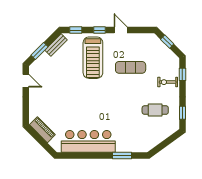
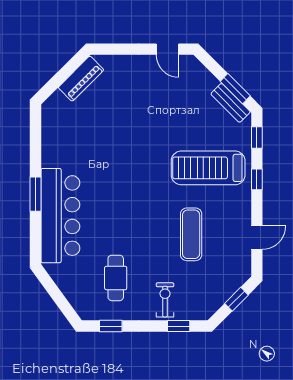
door: (121, 30) -> (257, 238), moved
window: (39, 51) -> (235, 89), moved
door: (26, 81) -> (167, 49), hinge flipped
bar counter: (88, 141) -> (60, 216), moved
window: (122, 155) -> (36, 194), moved

